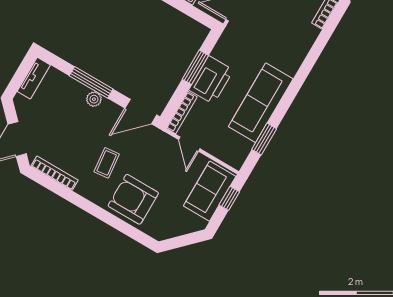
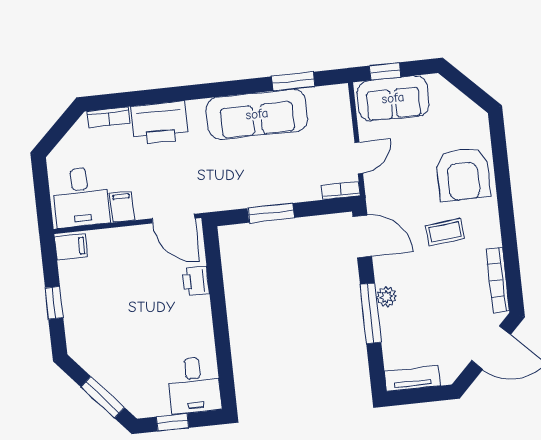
printer: (211, 80) -> (159, 123), moved, turned 180
bookcase: (182, 113) -> (341, 190), width x0.64

